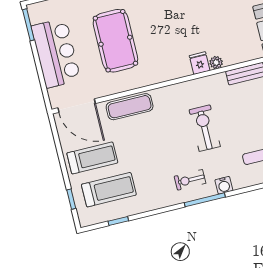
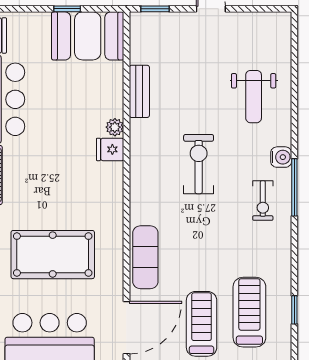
exercise bike: (205, 128) -> (199, 164), turned 90

